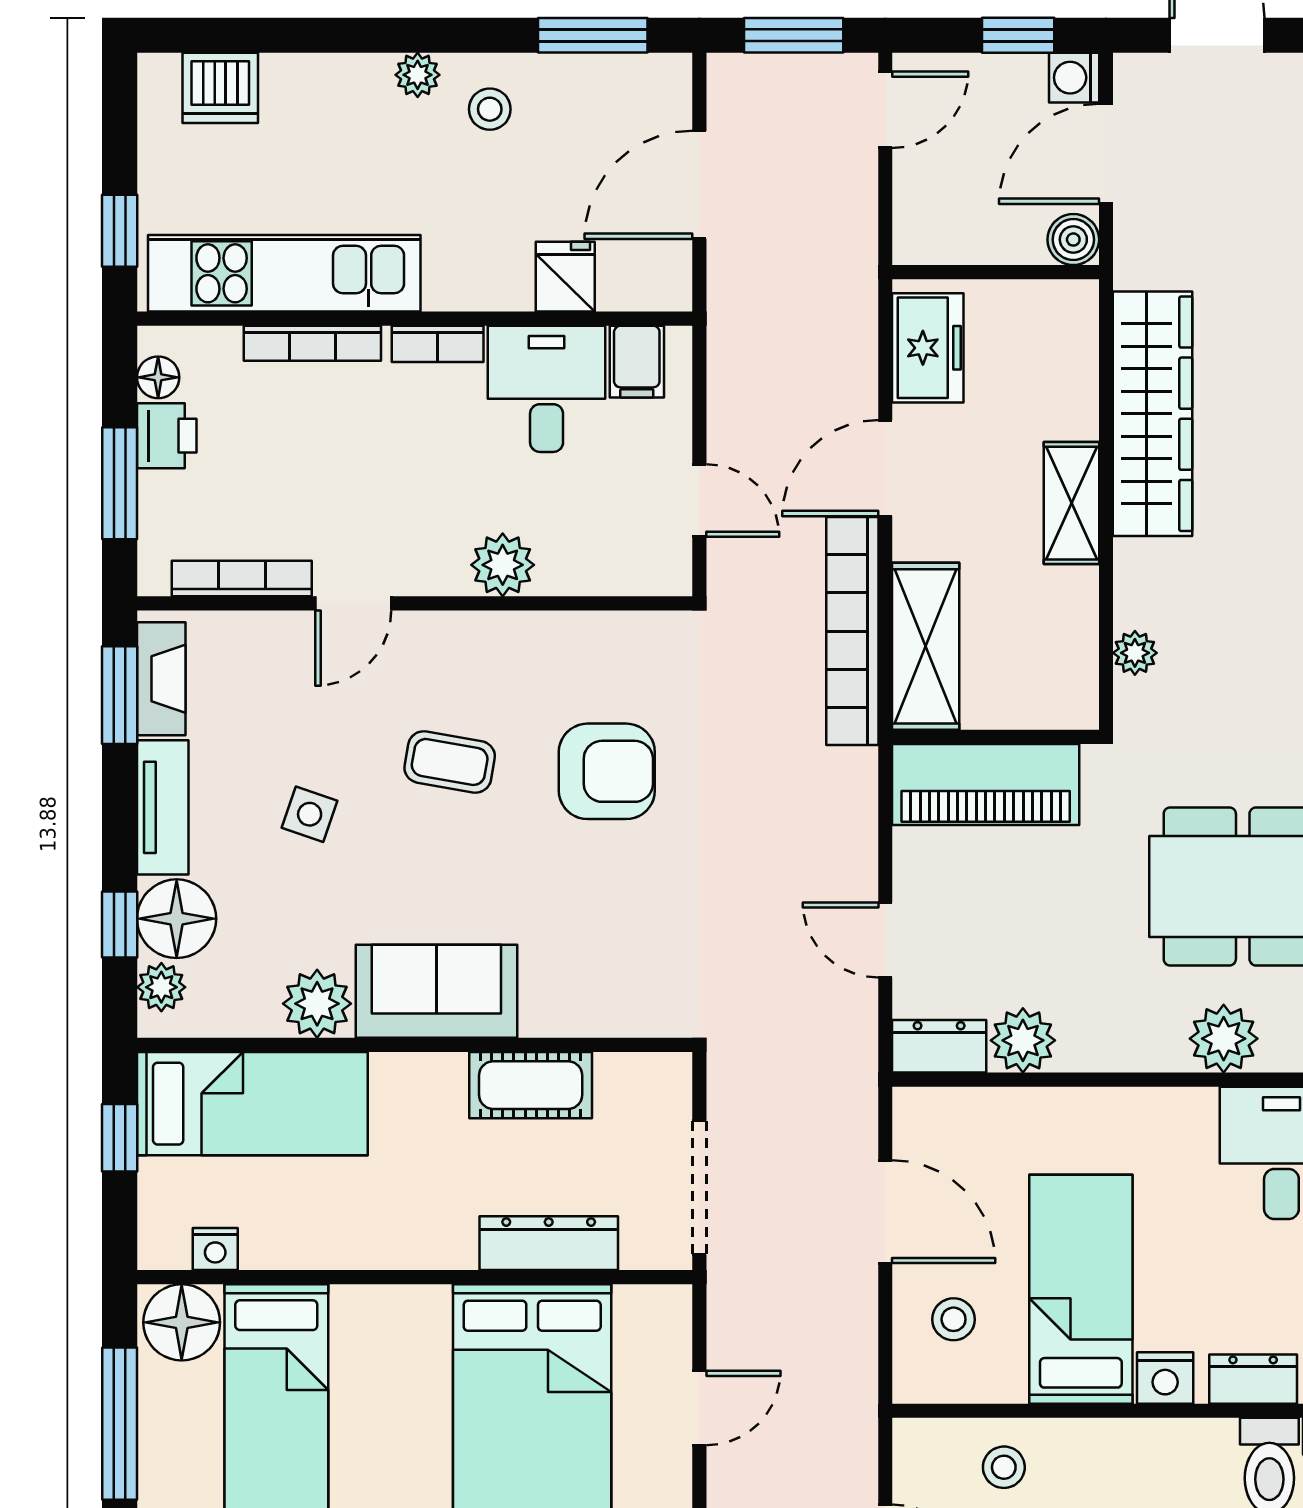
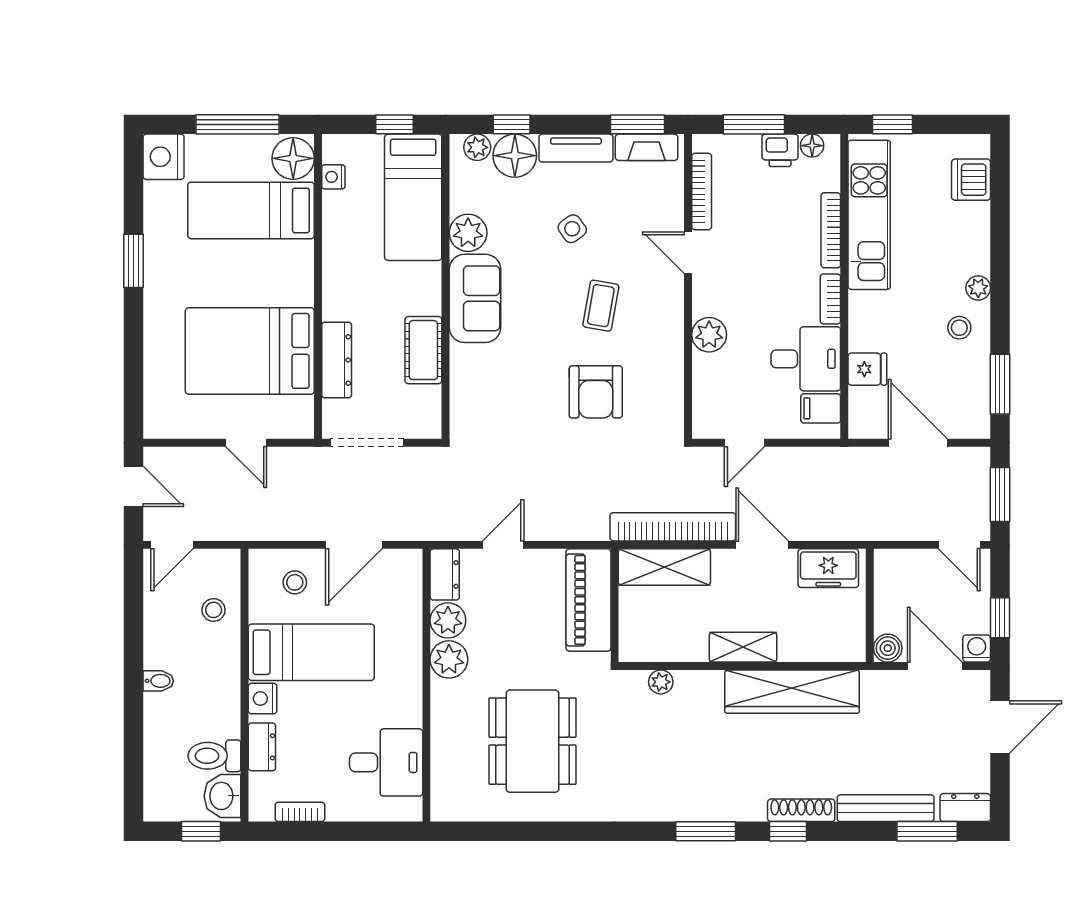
side table: (310, 814) -> (572, 229), turned 35
plant: (1224, 1039) -> (449, 659), moved

